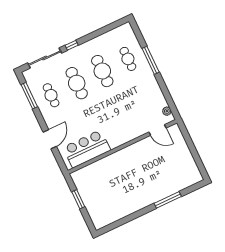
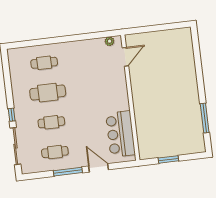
window: (151, 60) -> (53, 41), removed
cafe table: (77, 83) -> (51, 122), width x0.73, depth x0.74
window: (29, 96) -> (68, 172), moved
window: (168, 200) -> (205, 118), moved

